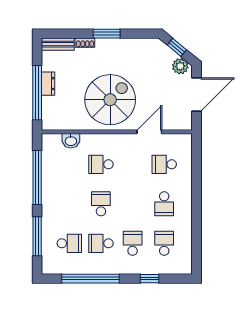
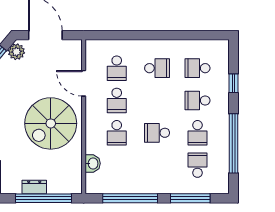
spiral stairs: (110, 100) -> (51, 123), turned -90
school desk: (133, 164) -> (117, 100), added

